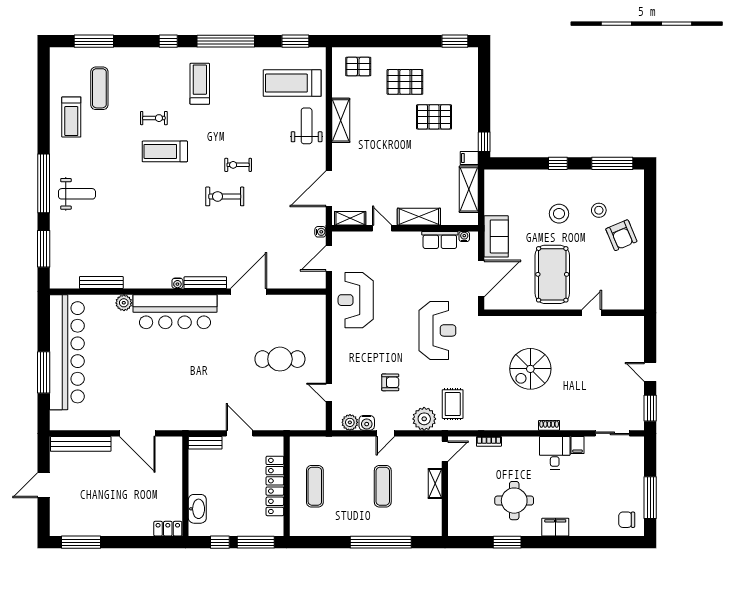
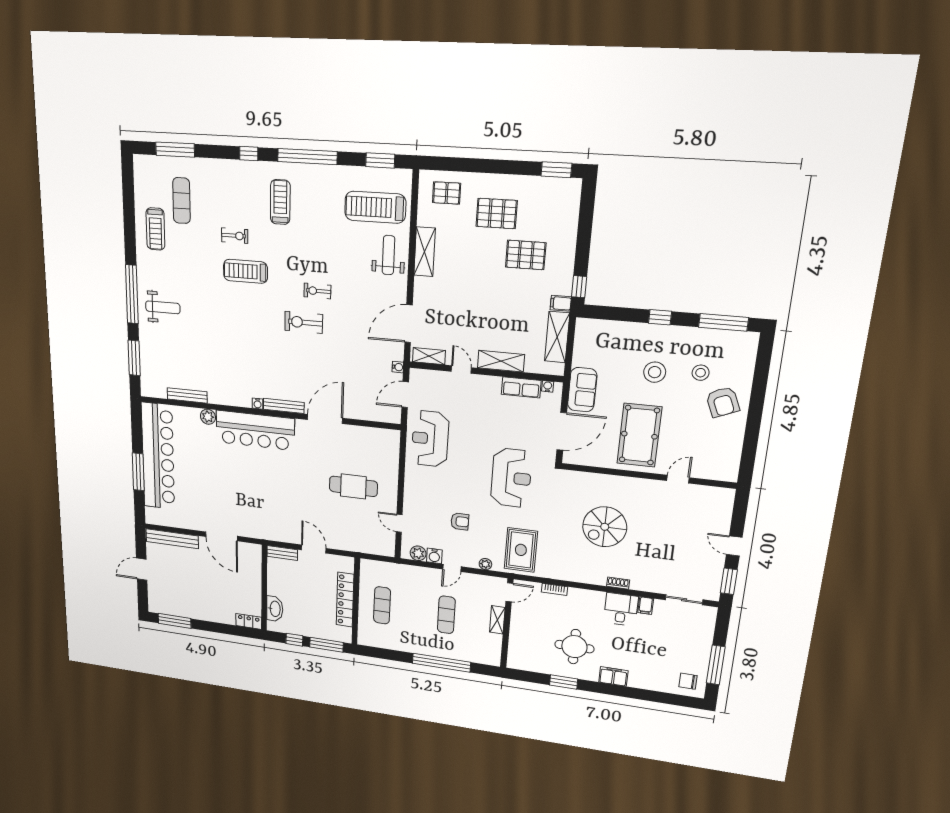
rug: (453, 404) -> (521, 550), width x1.36, depth x1.43
plant: (424, 419) -> (485, 564), width x0.53, depth x0.53

